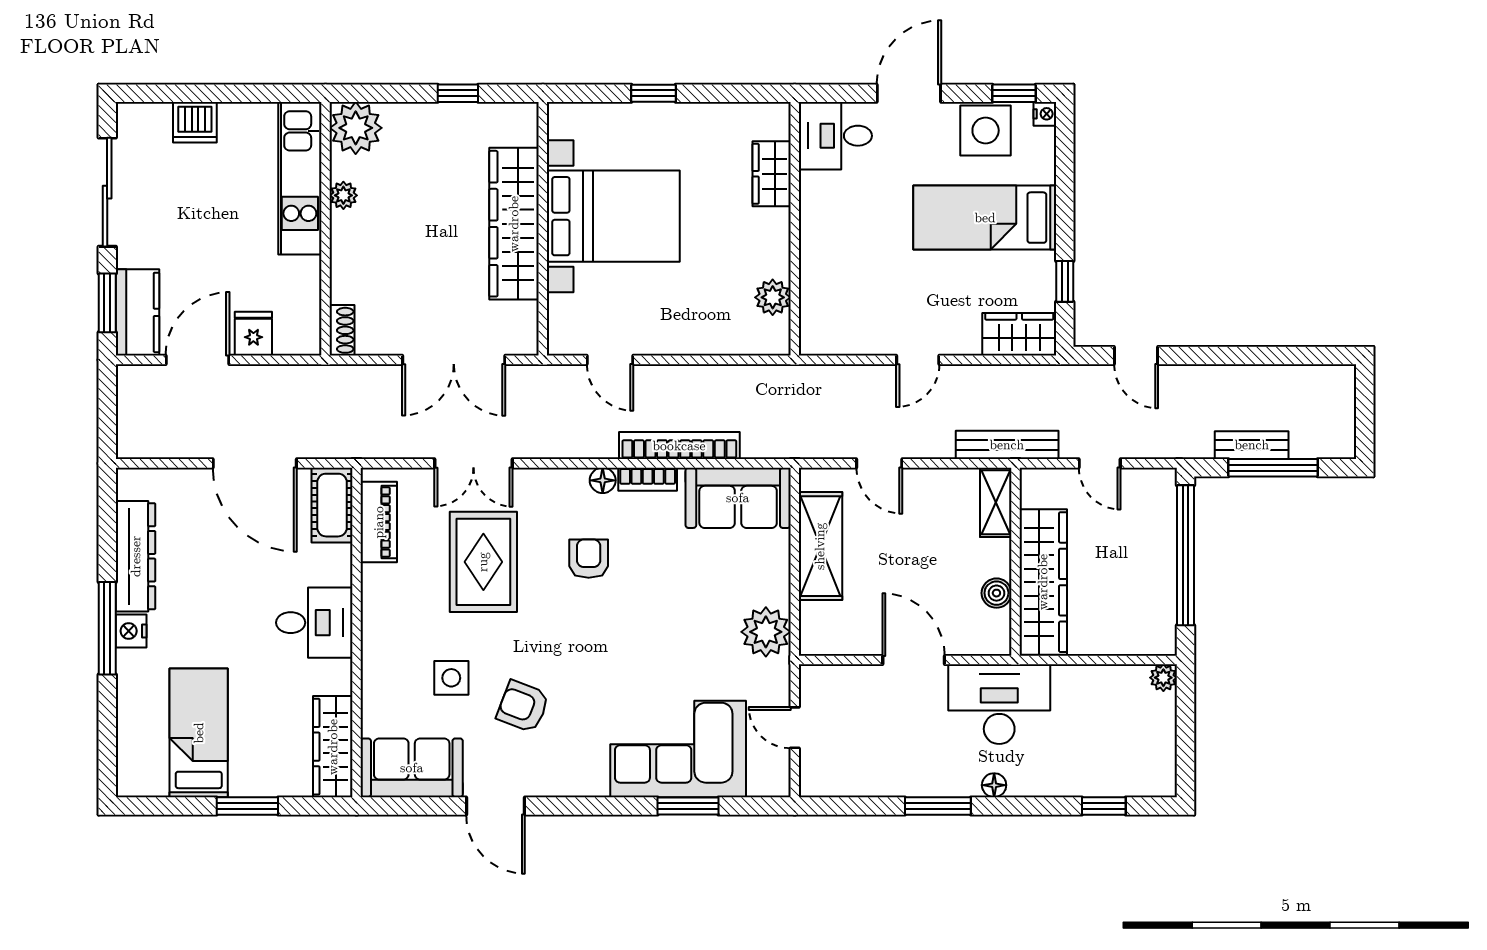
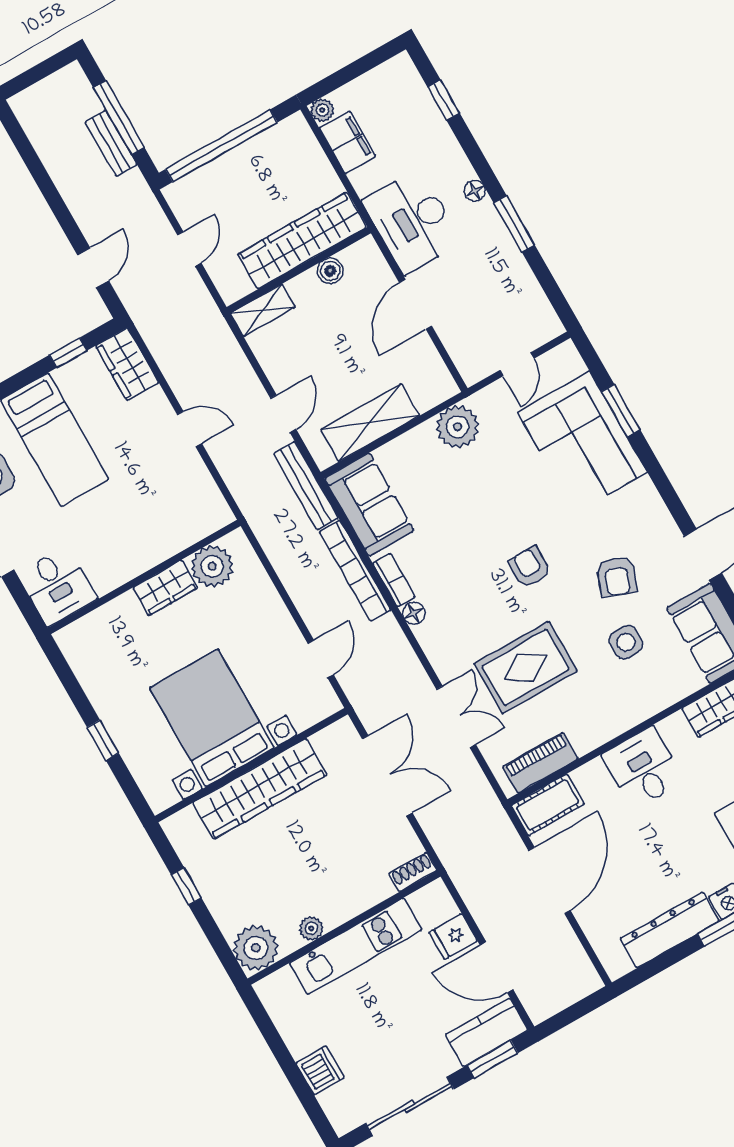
wardrobe: (772, 174) -> (165, 588), moved
kitchen unit: (300, 178) -> (356, 946), moved
plant: (773, 297) -> (212, 566), width x1.36, depth x1.36
bench: (1007, 445) -> (306, 486), moved
armchair: (589, 559) -> (530, 567), moved, turned 90
filing cabinet: (1116, 685) -> (347, 142), added

